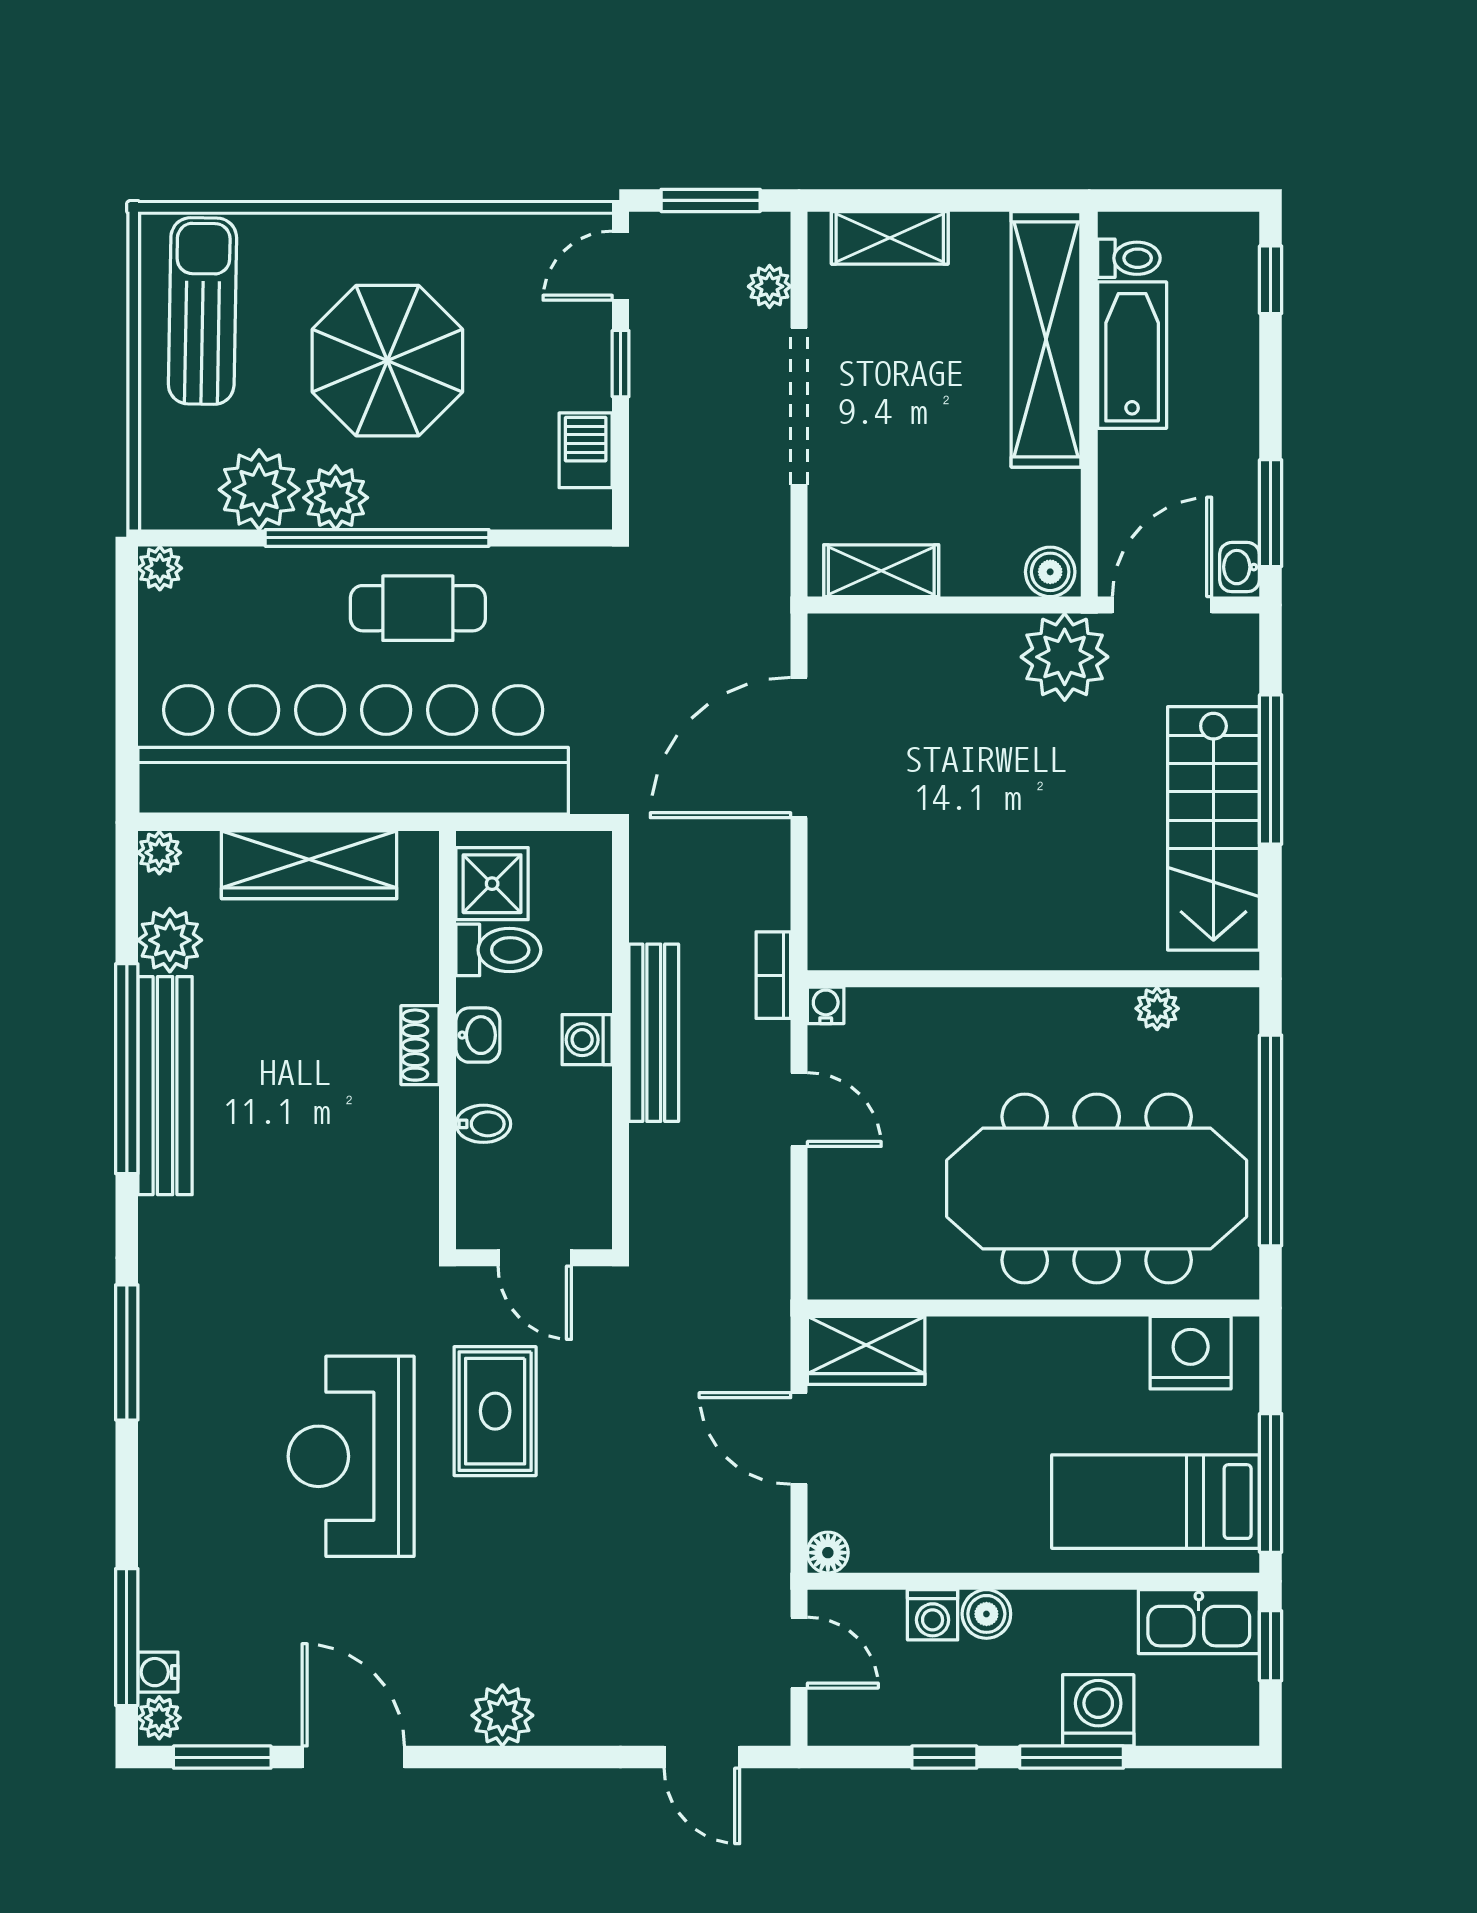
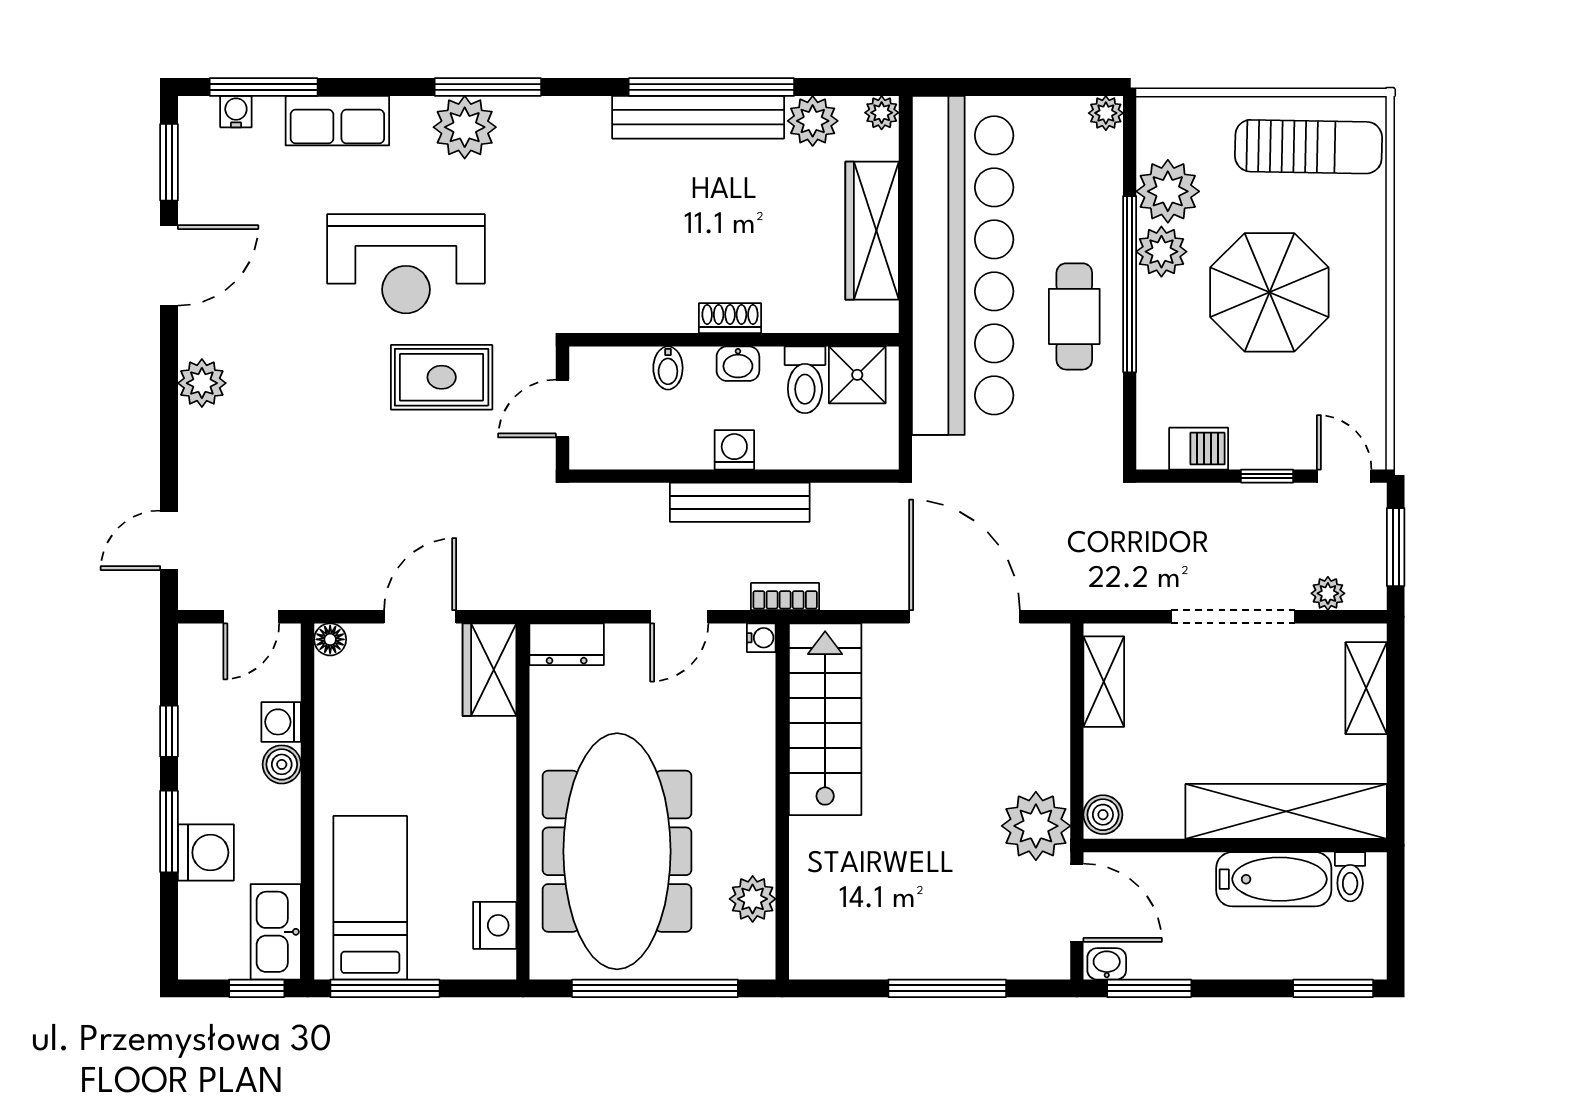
window: (1271, 280) -> (1333, 988), width x1.50
stairs: (1213, 828) -> (825, 719), moved, turned 90
plant: (1157, 1008) -> (753, 899), width x1.38, depth x1.38
dresser: (834, 1252) -> (567, 644), added
nightstand: (1191, 1353) -> (495, 925), width x0.74, depth x0.75
reception desk: (351, 1456) -> (406, 264), turned 180
row of seats: (169, 1543) -> (337, 121), added
plant: (159, 1718) -> (465, 127), moved, width x1.88, depth x1.88

